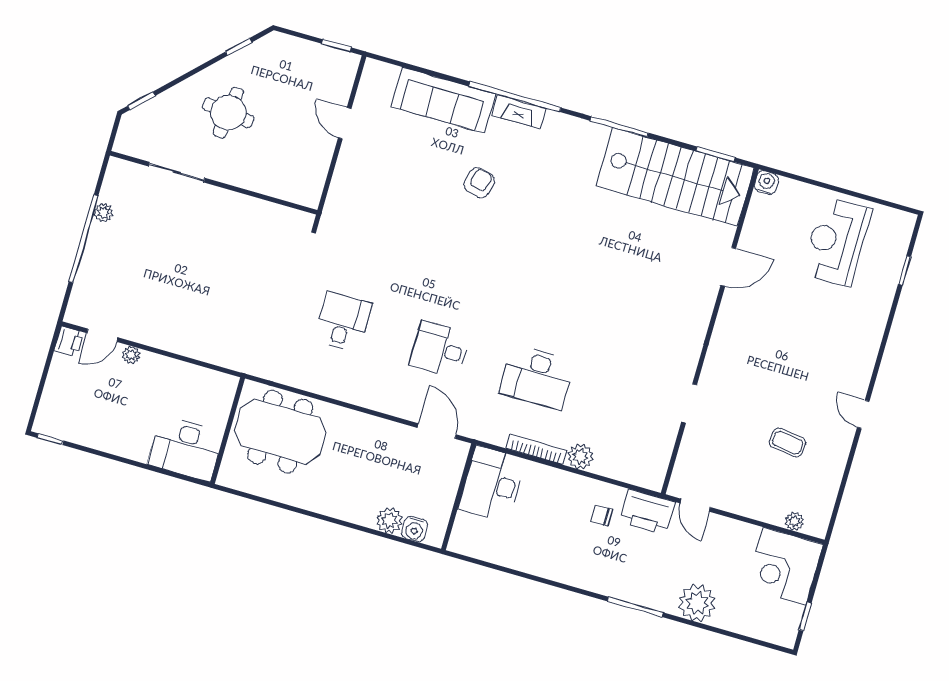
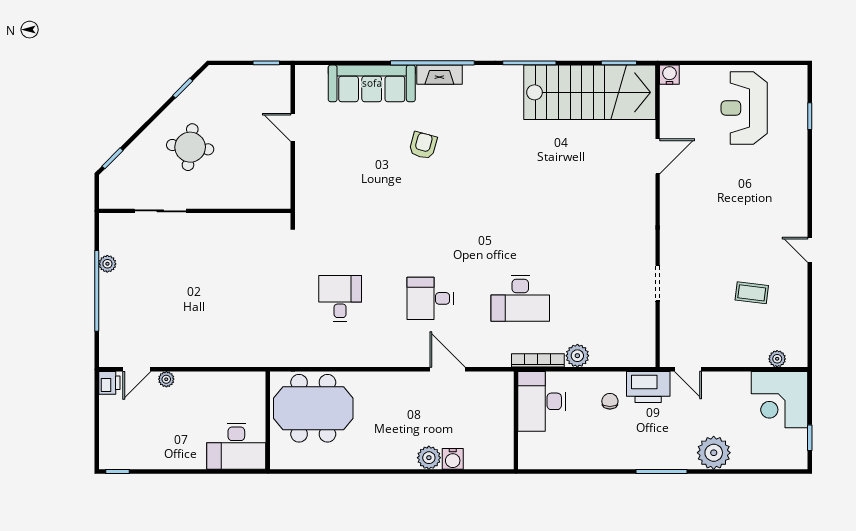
desk: (492, 484) -> (541, 401), moved
wall: (459, 497) -> (516, 420), moved
chair: (601, 516) -> (610, 401), turned 90

